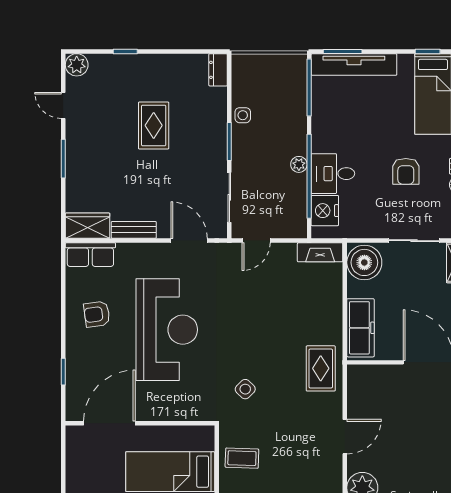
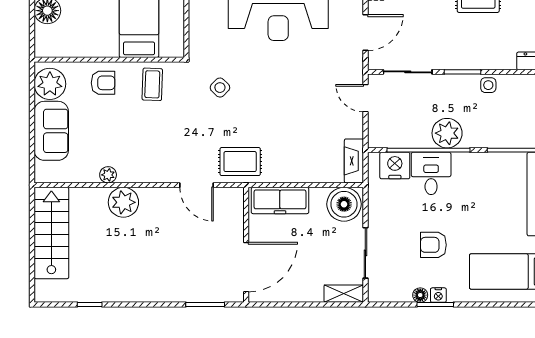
plant: (299, 164) -> (447, 133), width x1.88, depth x1.88
door: (345, 437) -> (197, 185), moved

